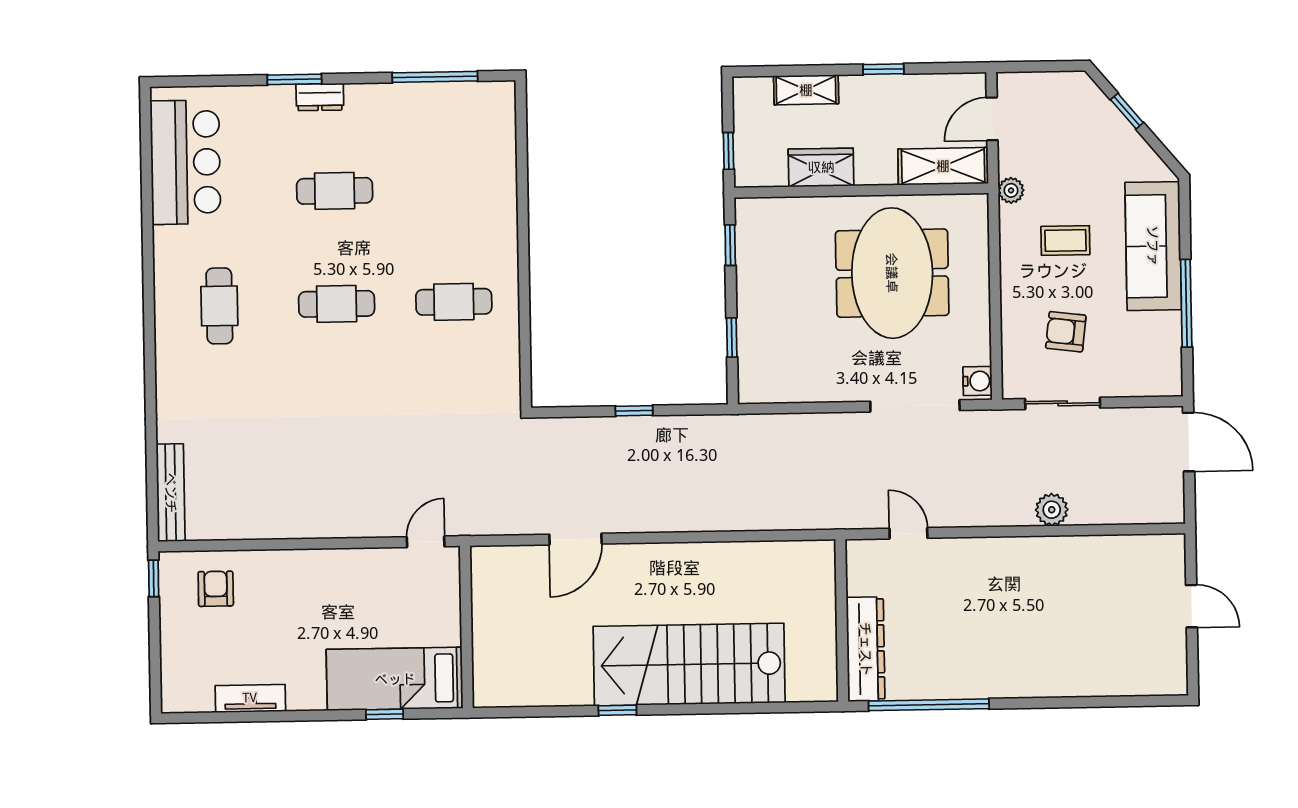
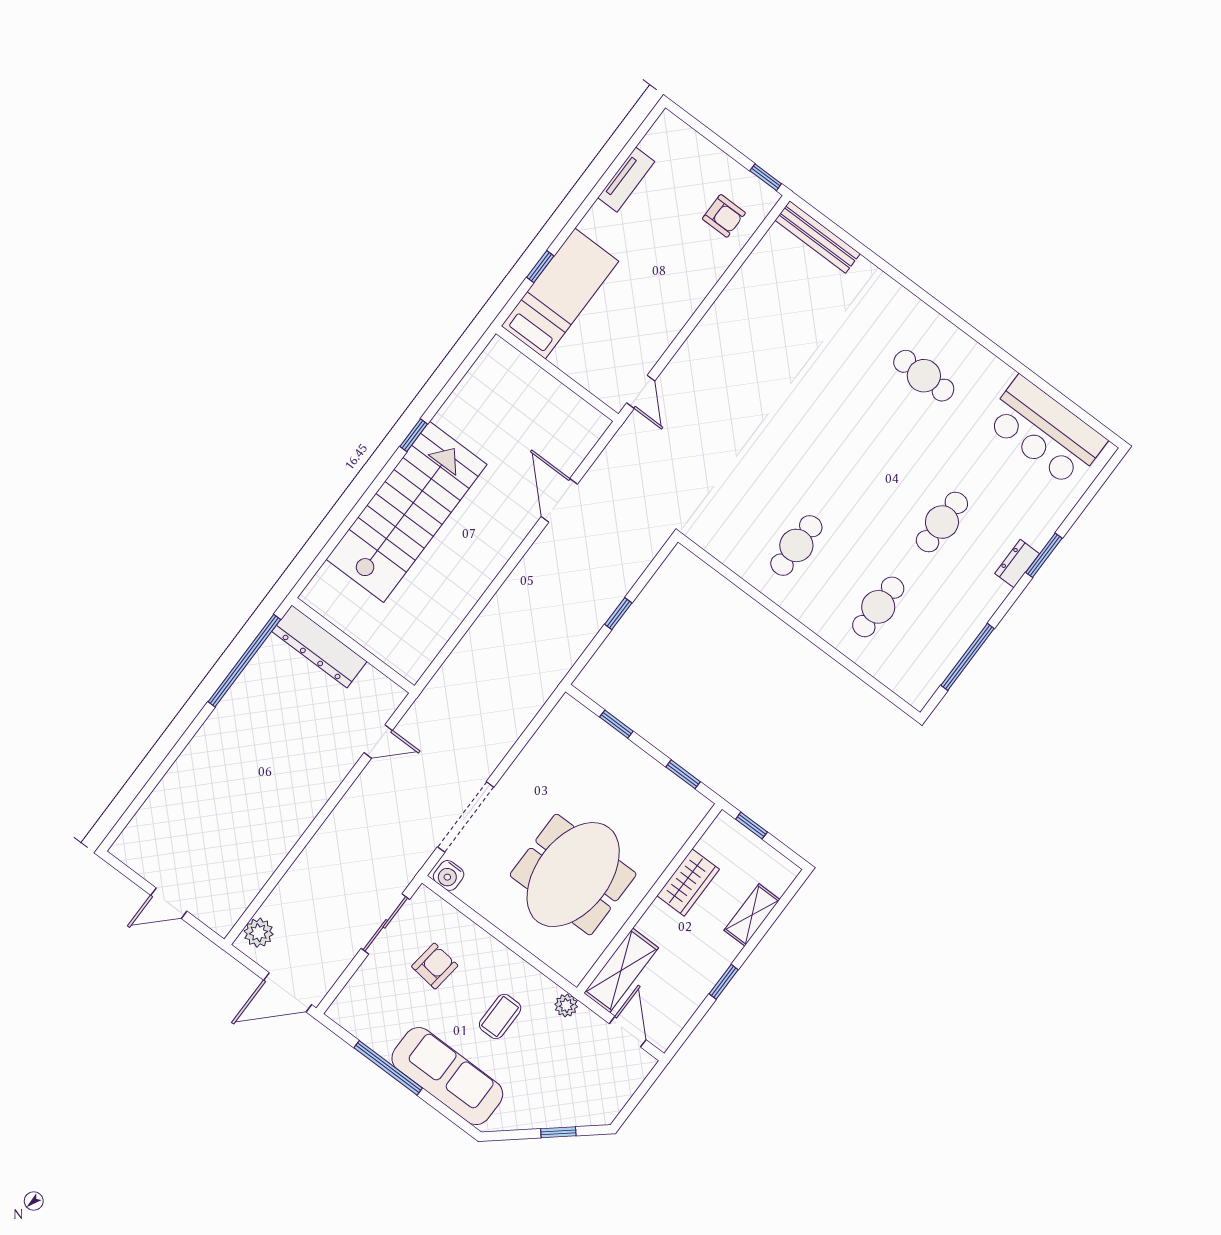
meeting table: (892, 273) -> (573, 875), turned 90
cafe table: (337, 304) -> (878, 607), moved
plant: (1052, 510) -> (259, 933), moved

